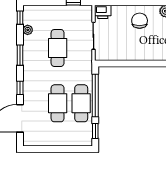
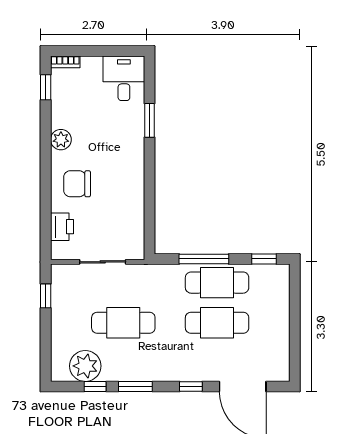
printer: (103, 12) -> (62, 227), moved
window: (20, 18) -> (95, 386), moved
plant: (28, 30) -> (85, 366), width x1.88, depth x1.88
window: (95, 96) -> (204, 259), width x0.68

